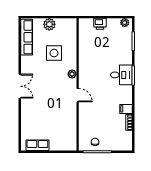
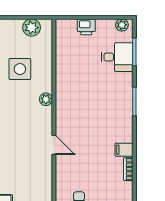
plant: (49, 24) -> (32, 28), moved
desk: (121, 75) -> (117, 57), moved
door: (78, 95) -> (54, 145), moved

